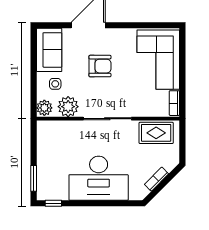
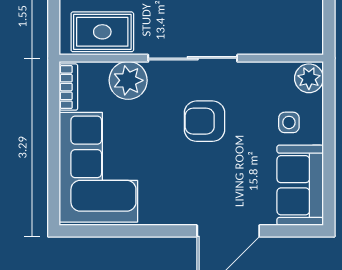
armchair: (100, 66) -> (205, 121), moved
plant: (68, 107) -> (128, 80), moved

